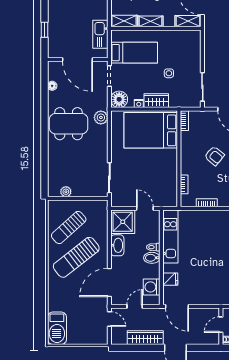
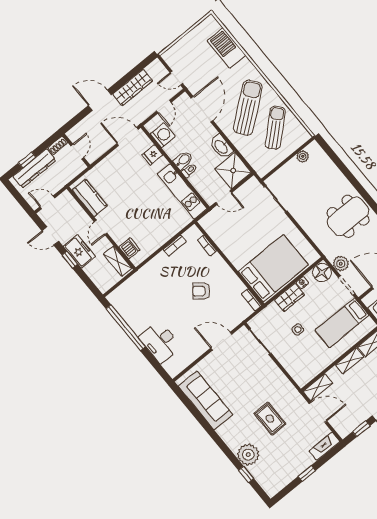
plant: (101, 117) -> (341, 264), moved
barbecue: (57, 328) -> (226, 48), moved

